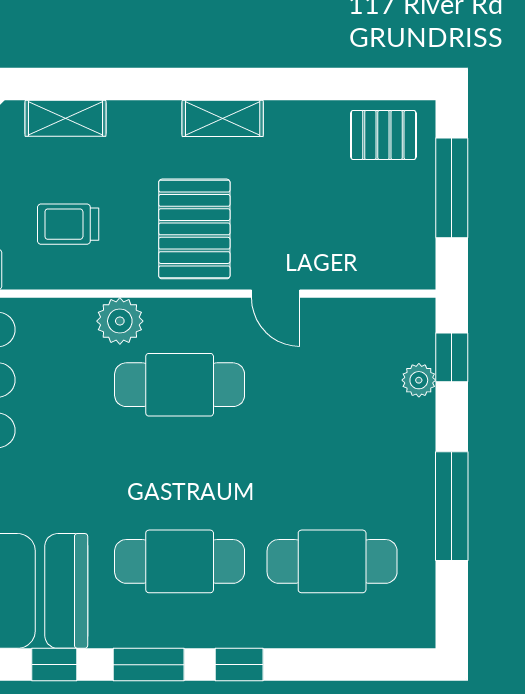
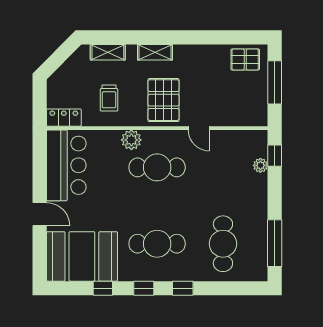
shelving: (223, 118) -> (155, 52), moved
trolley: (68, 224) -> (109, 98), turned -90
window: (452, 506) -> (275, 243), moved
cafe table: (332, 561) -> (223, 244), turned 90
window: (149, 665) -> (144, 288), width x0.67

